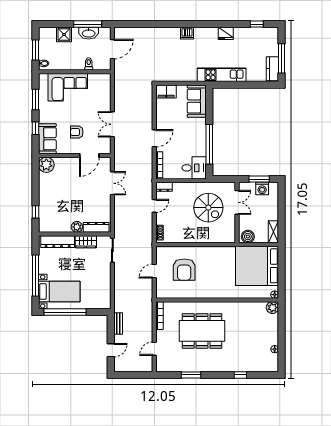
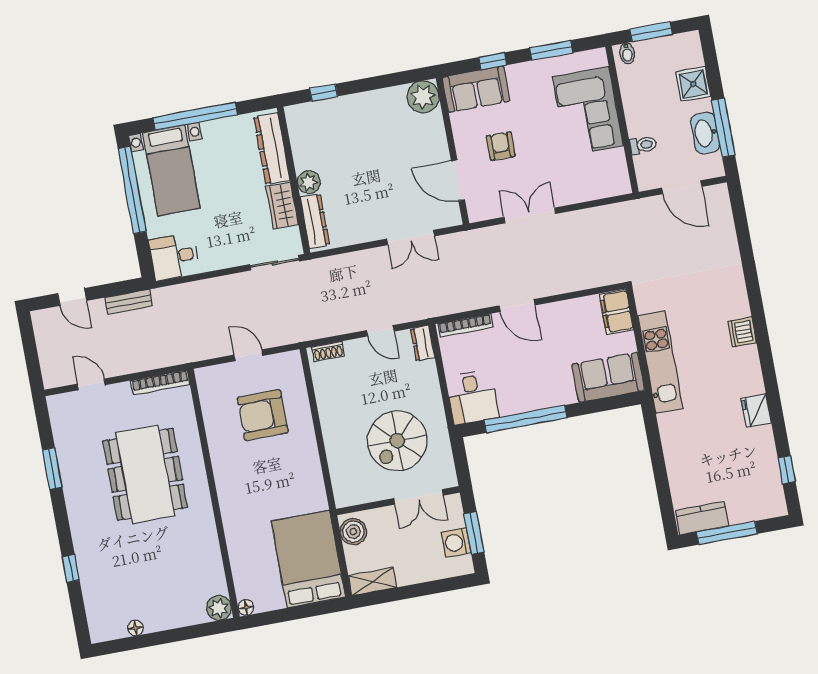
kitchen unit: (222, 75) -> (660, 362), moved
bed: (257, 266) -> (308, 559), width x0.73
desk: (101, 298) -> (174, 257), added

